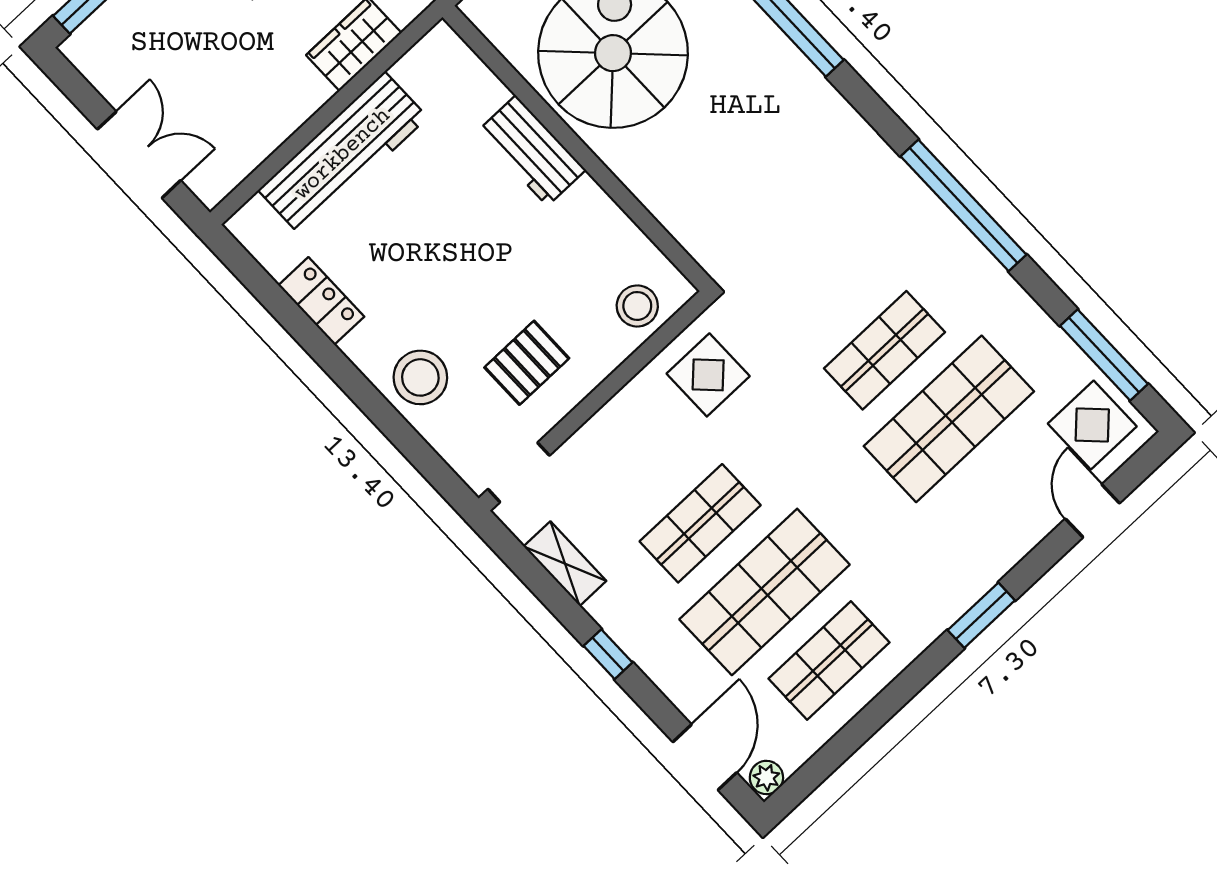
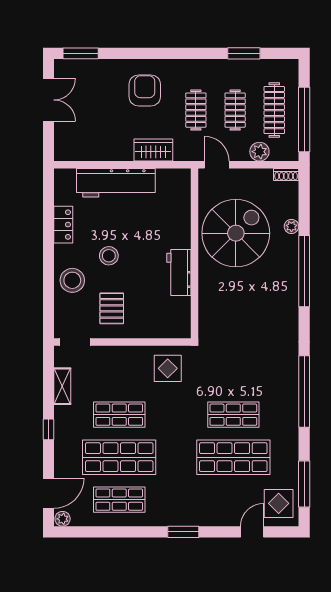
workbench: (532, 151) -> (179, 273), moved
double door: (139, 155) -> (48, 100), moved
stool: (637, 306) -> (109, 256), moved
pallet: (527, 363) -> (112, 308), turned 90

